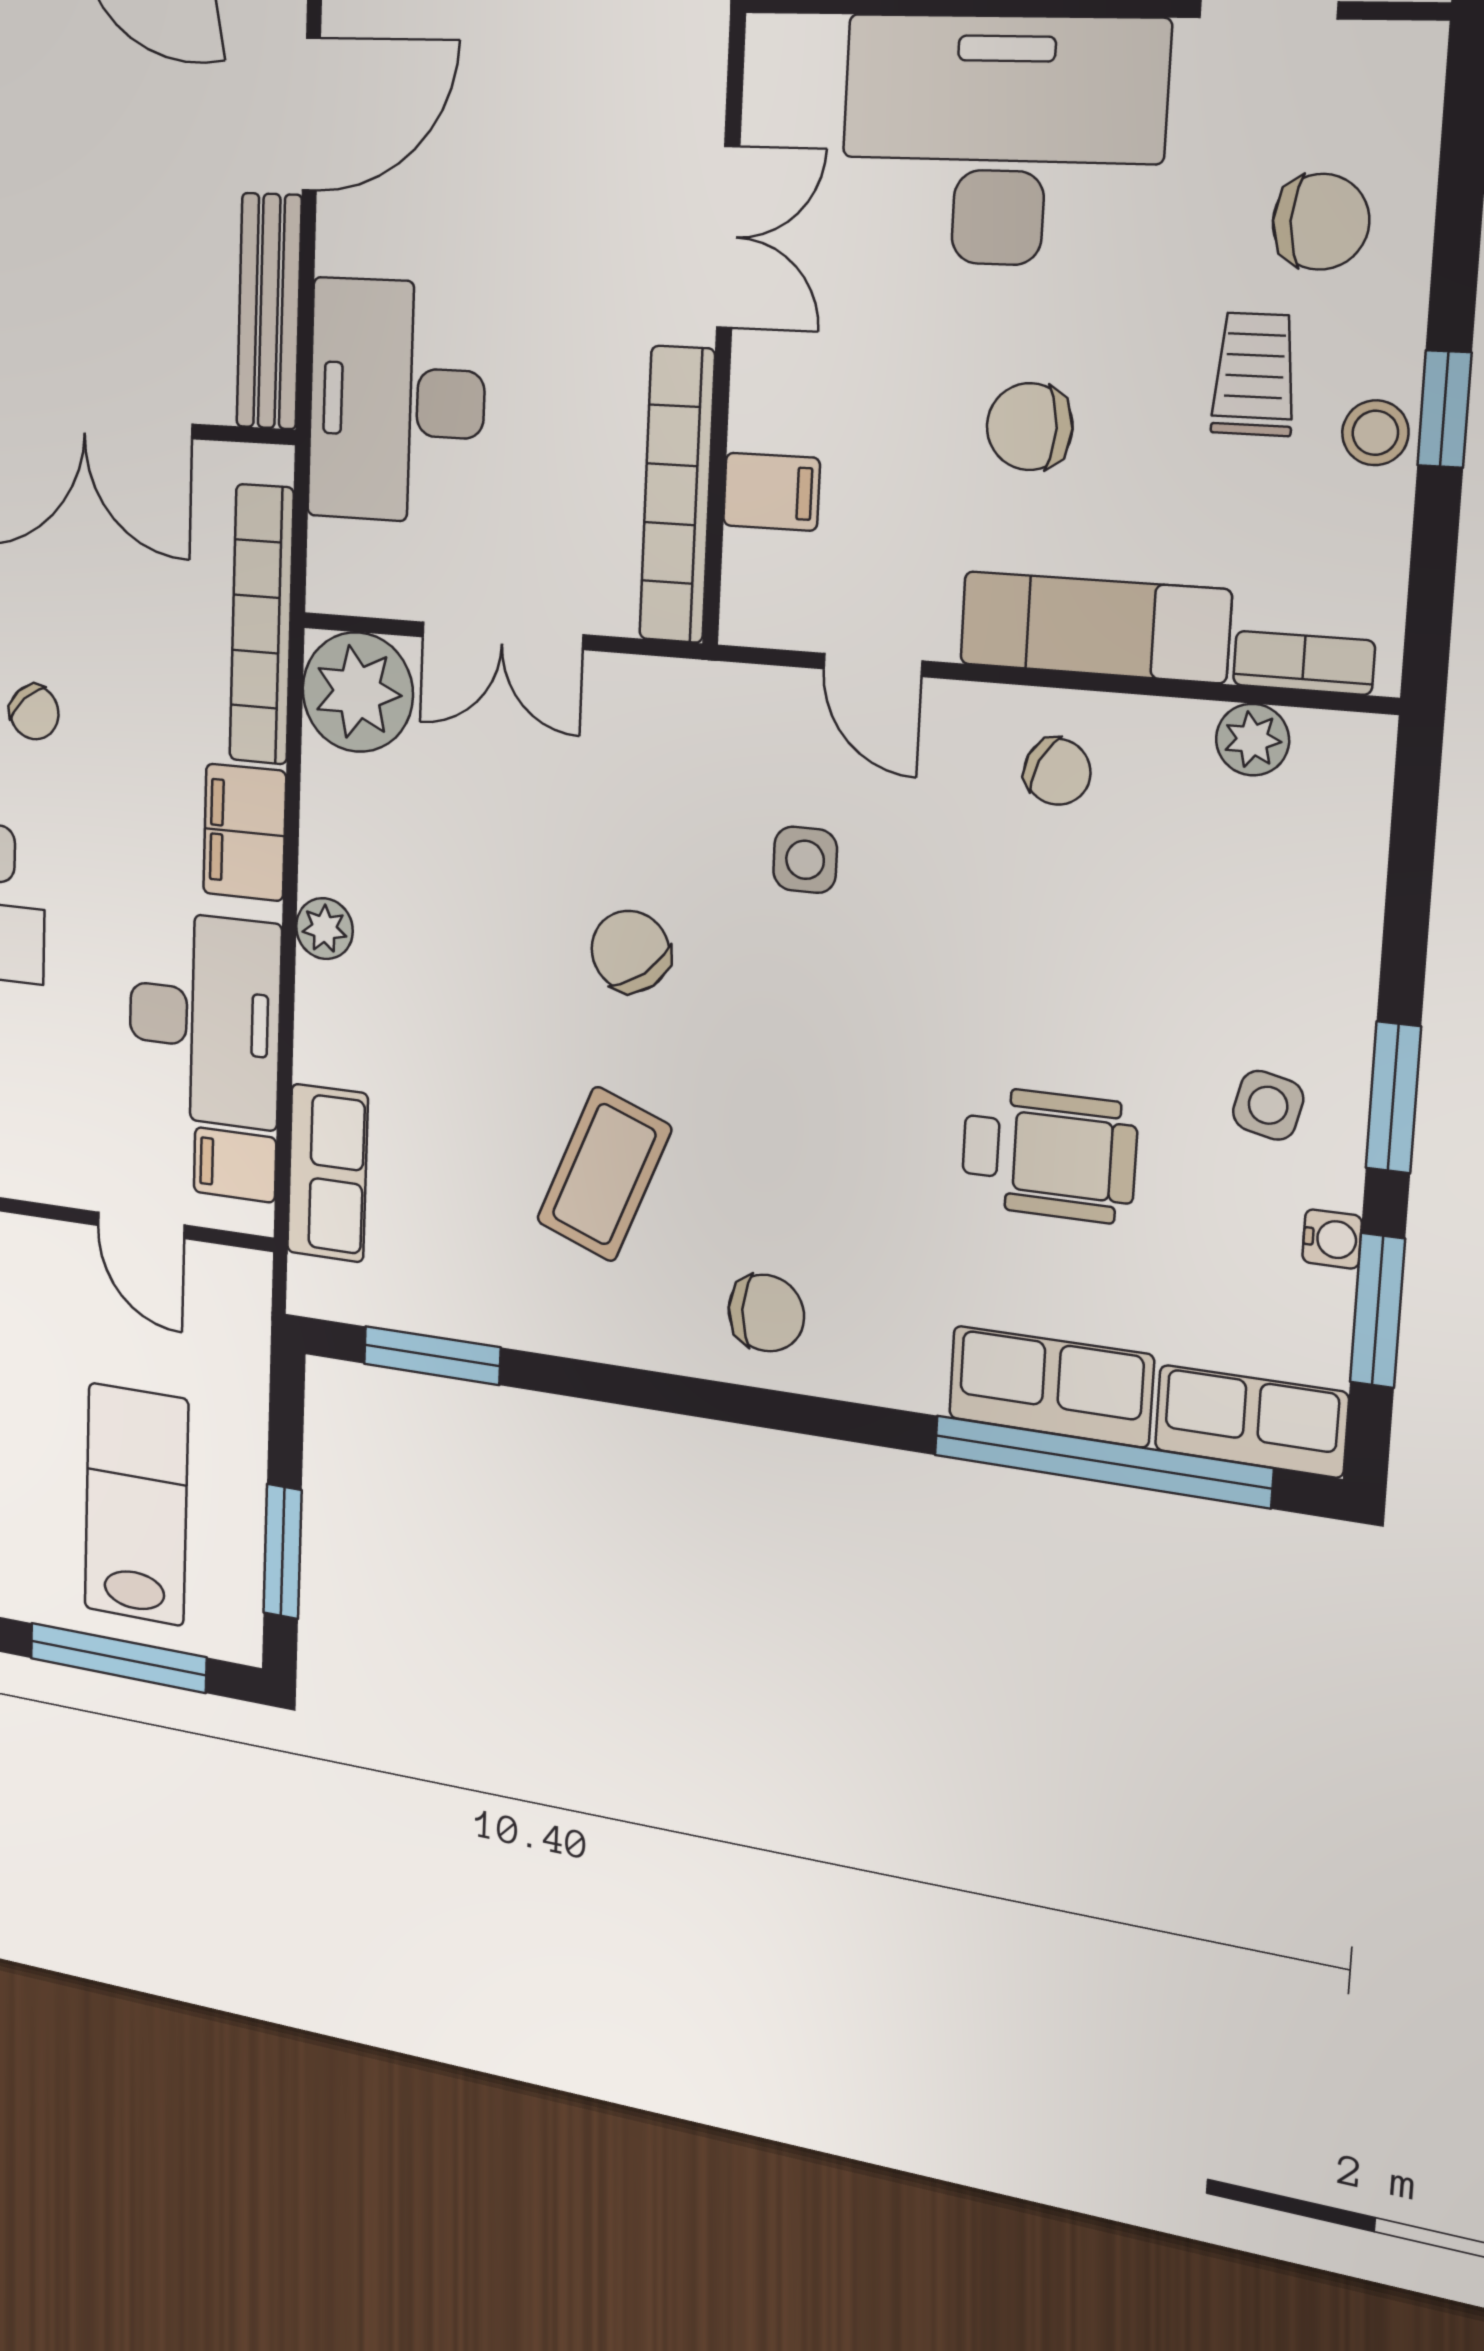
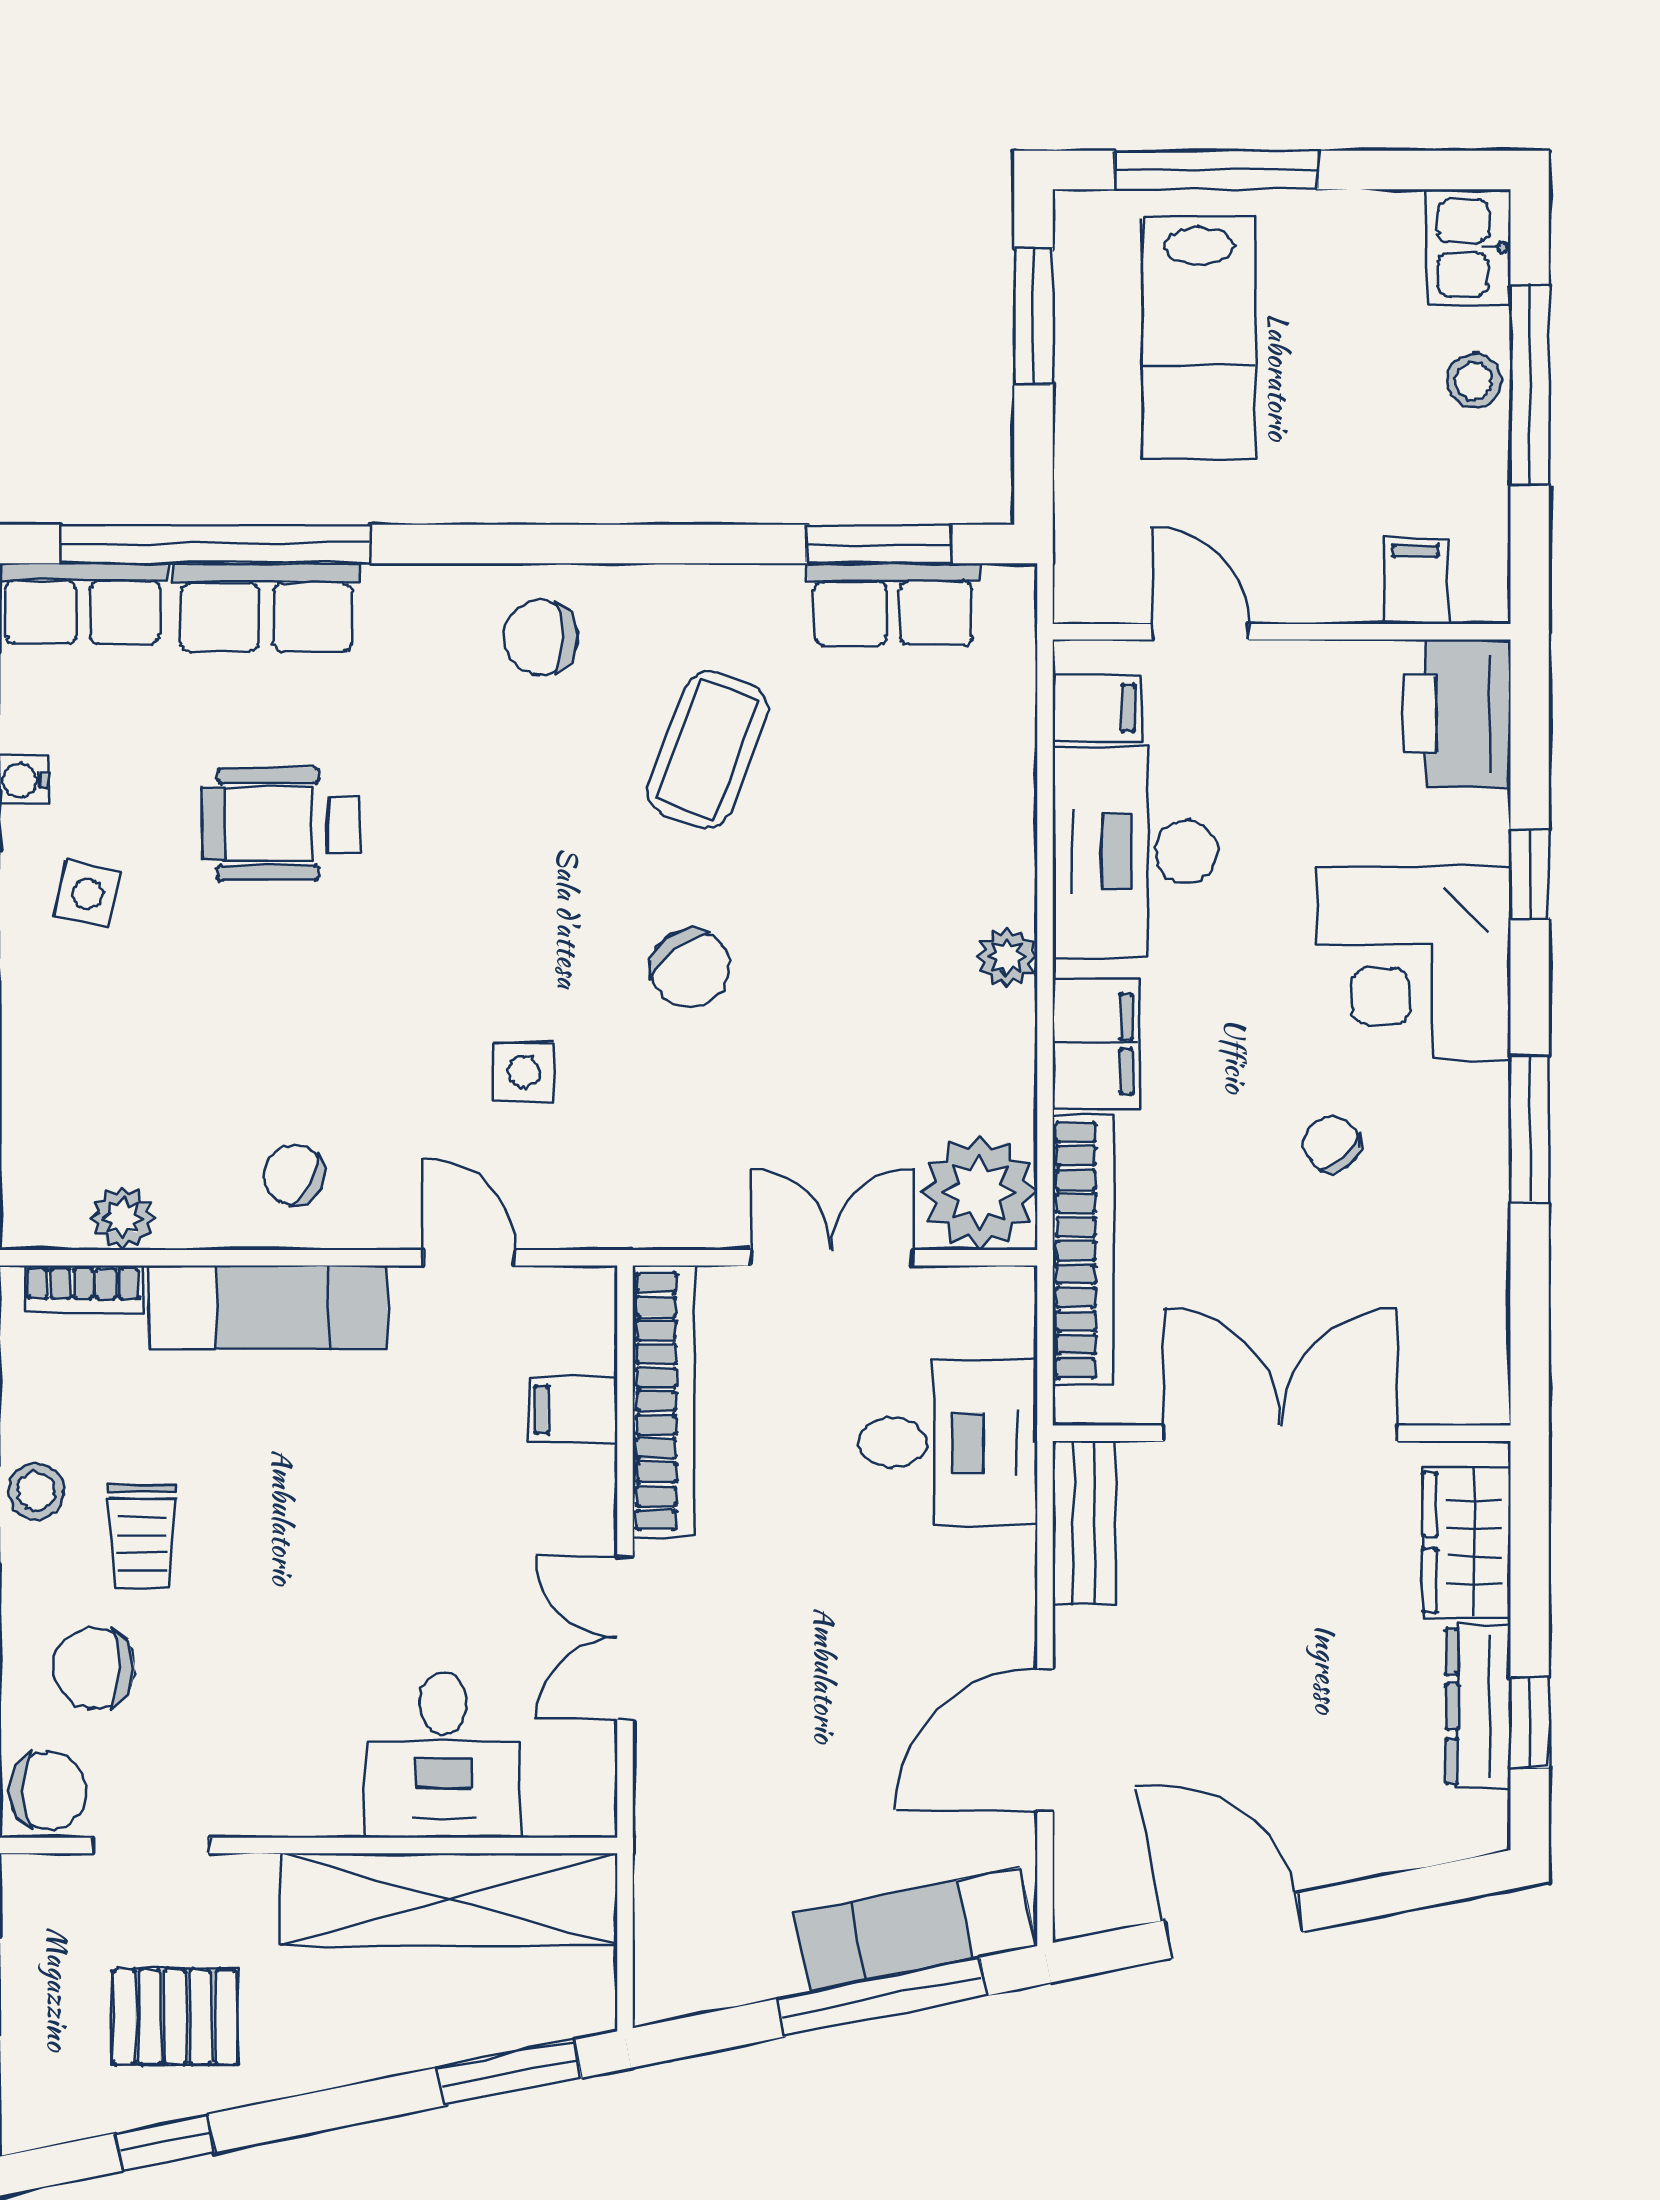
desk: (1002, 141) -> (443, 1755), width x0.53, depth x0.77
bench: (269, 311) -> (1084, 1523), width x0.73
desk: (397, 401) -> (948, 1442), width x0.73
chair: (1030, 427) -> (48, 1791), moved
row of seats: (327, 1173) -> (893, 604), moved, turned -90

